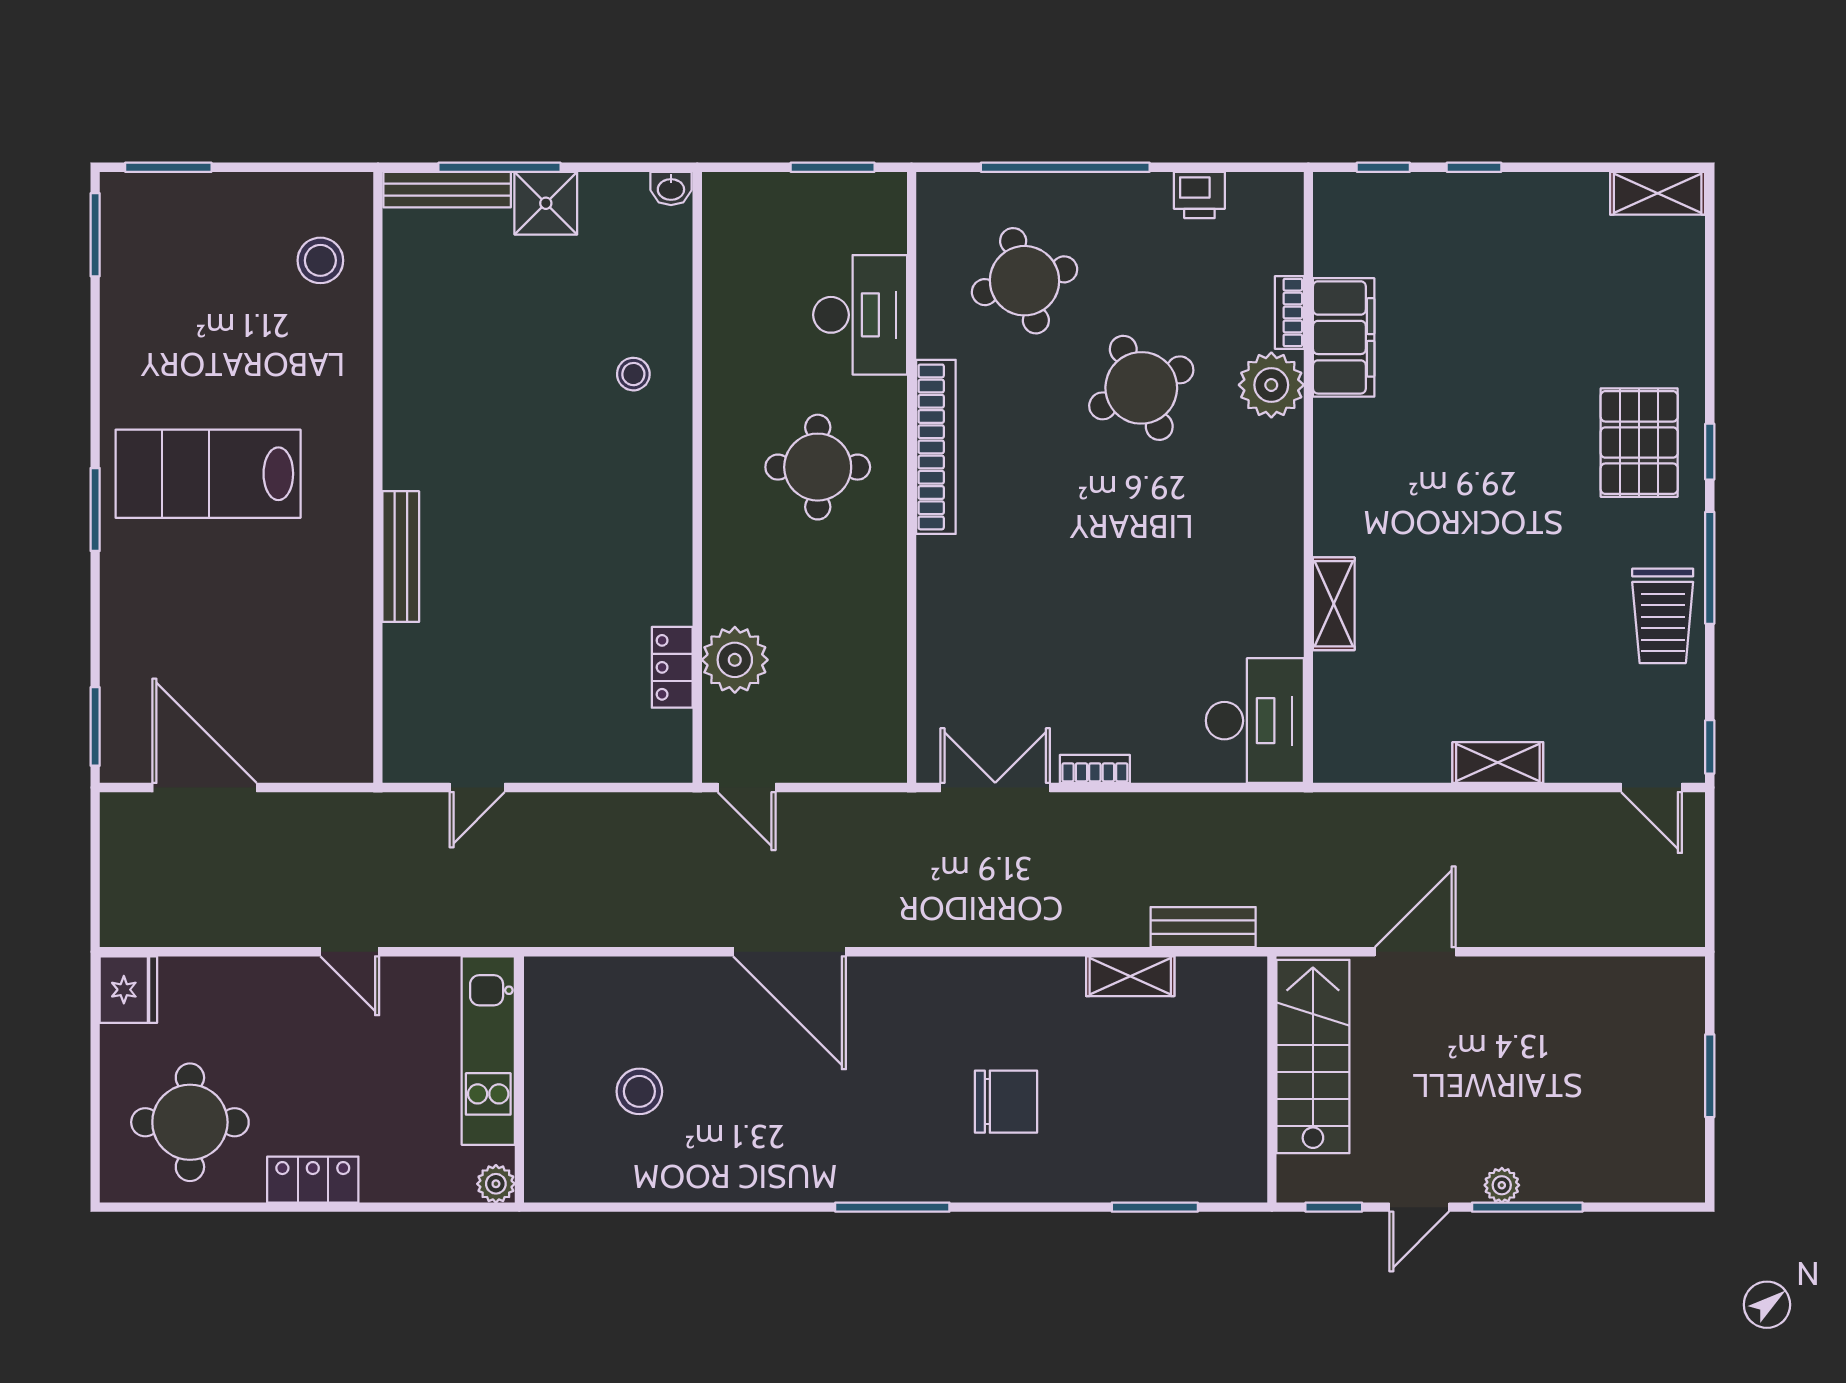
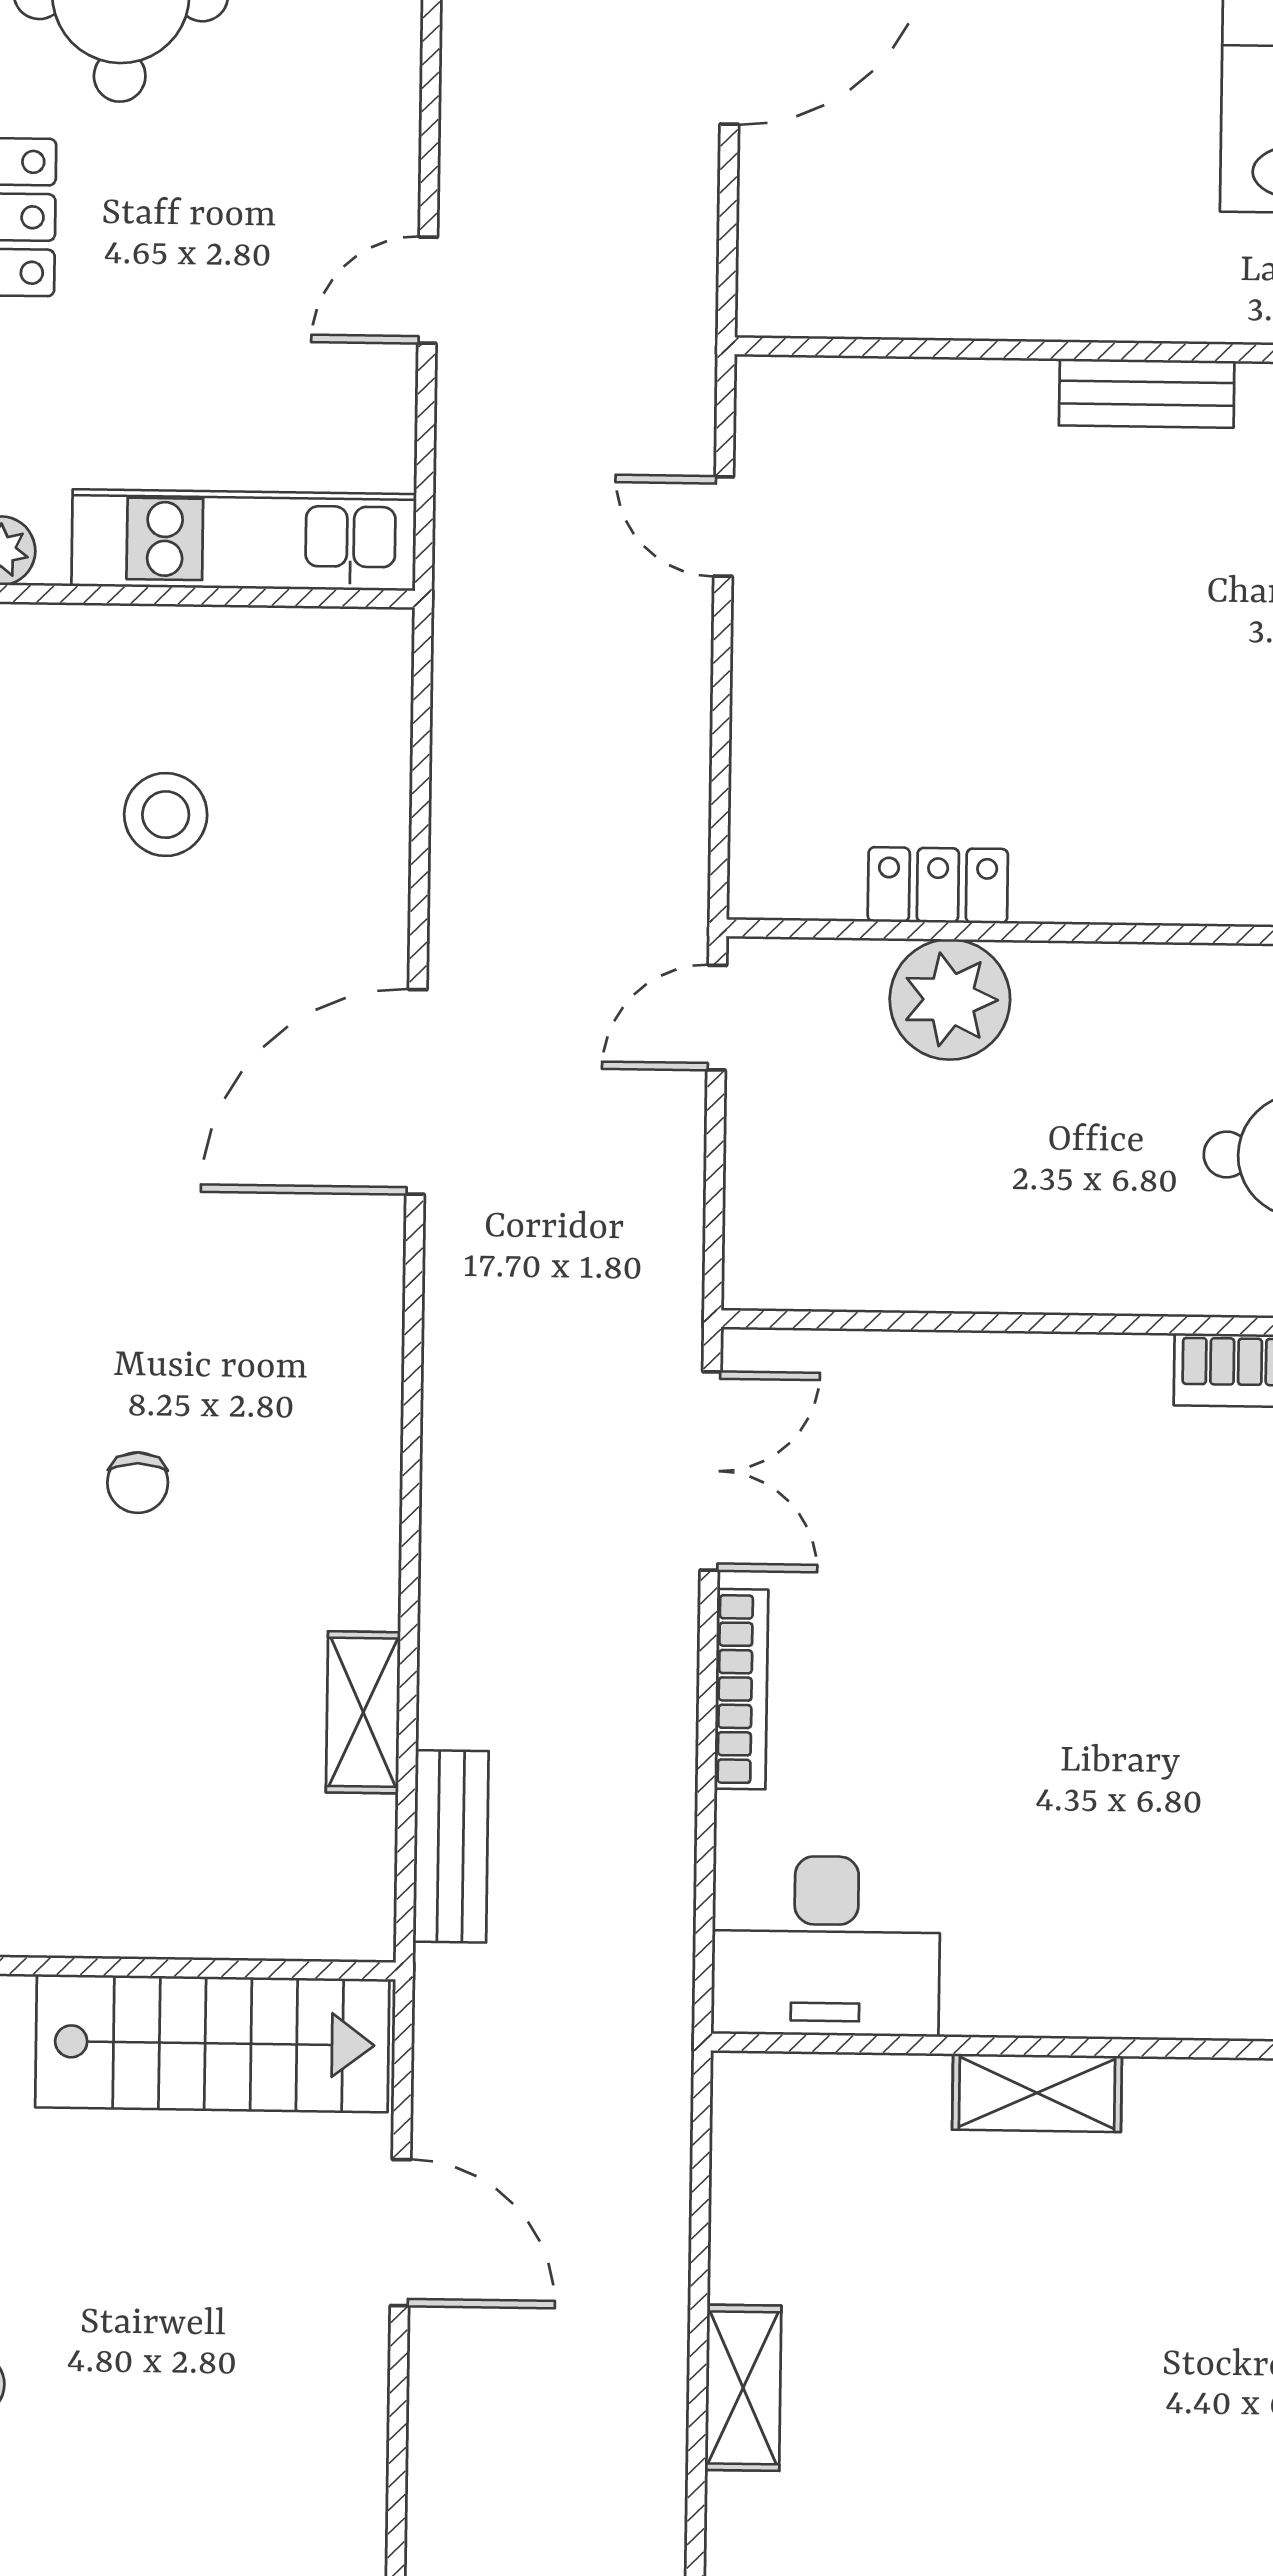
bench: (401, 557) -> (1147, 393), width x0.73
bookcase: (1095, 769) -> (741, 1689), width x1.56
chair: (1006, 1102) -> (138, 1483), width x0.54, depth x0.54

